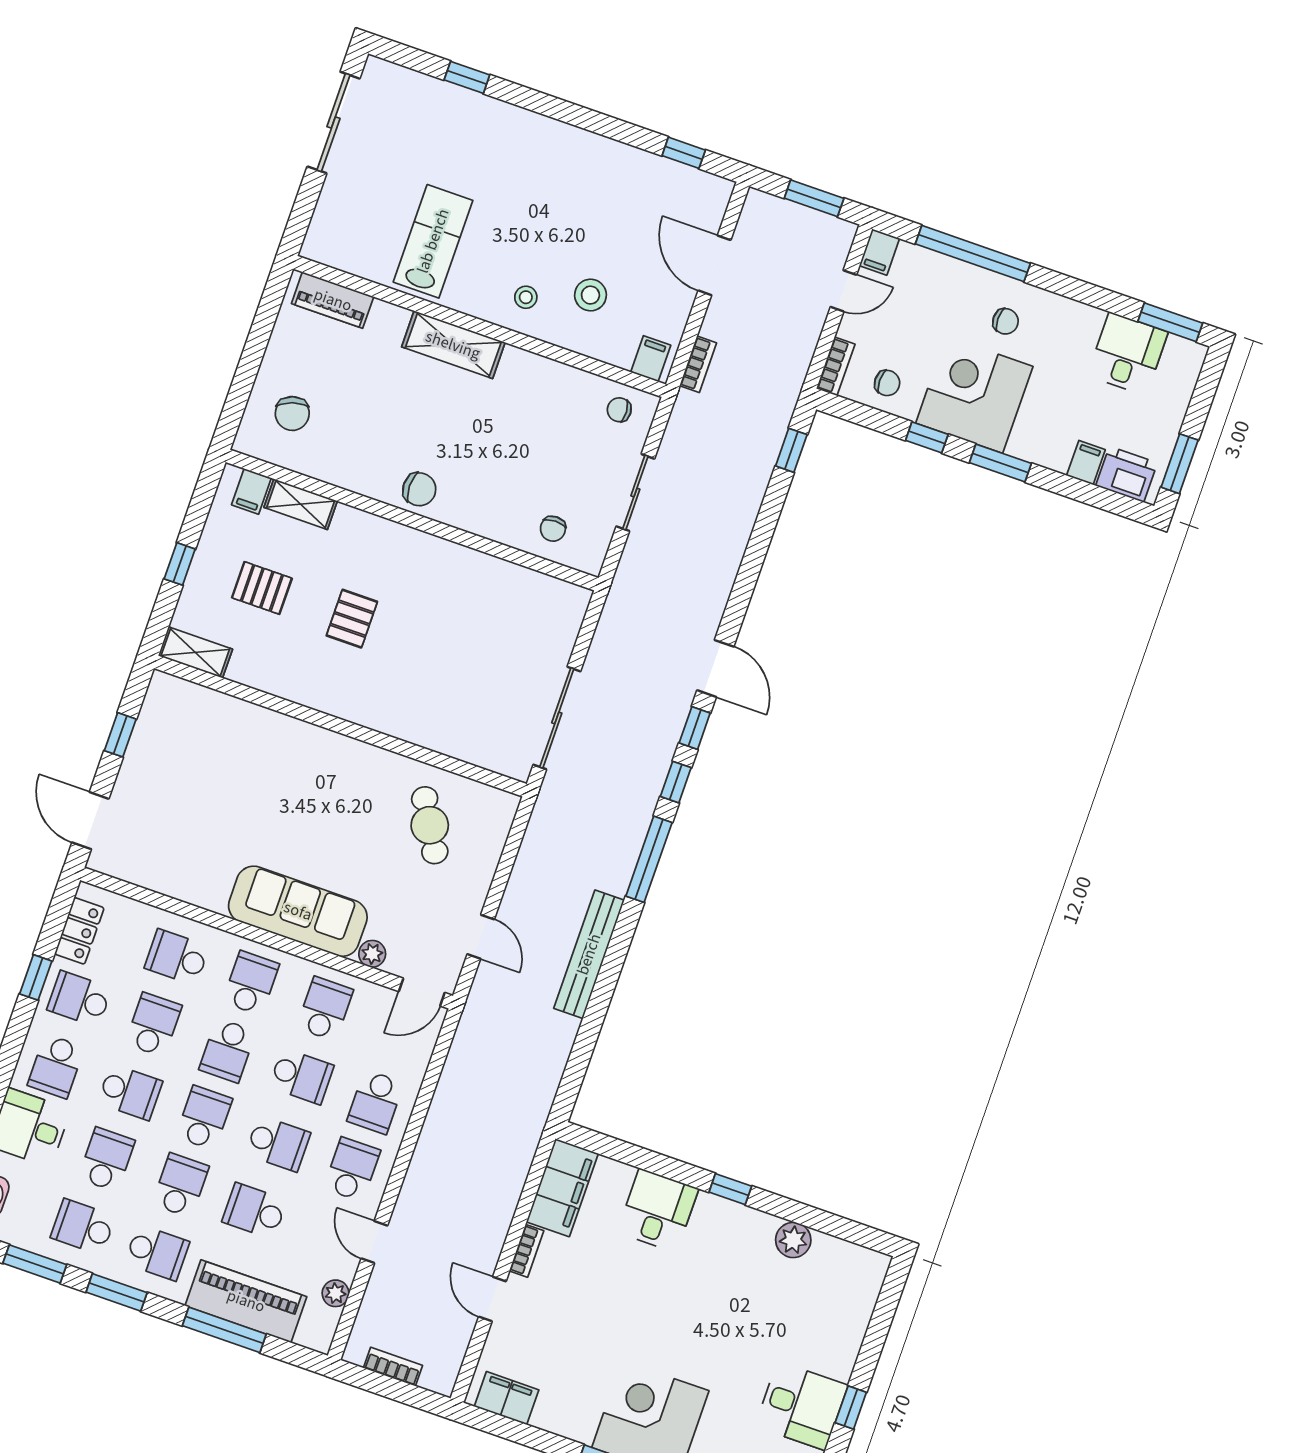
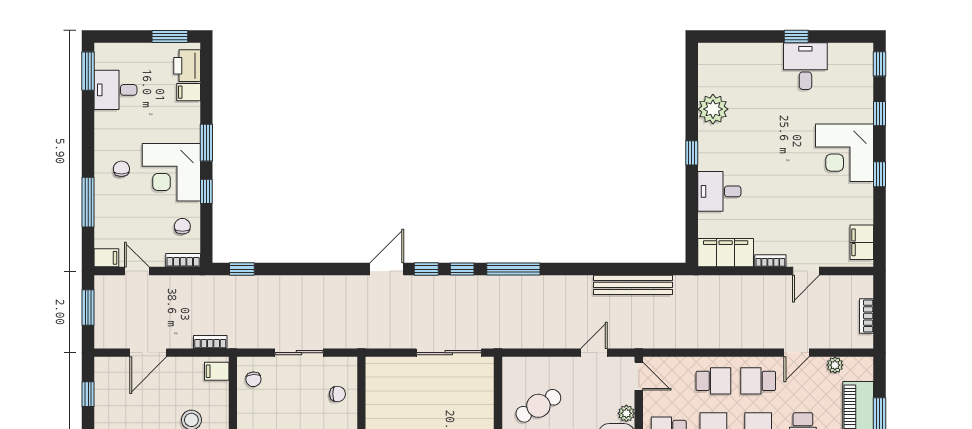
window: (973, 254) -> (88, 202), width x0.68
bench: (589, 954) -> (633, 285), moved
plant: (793, 1240) -> (713, 109), width x1.36, depth x1.36

